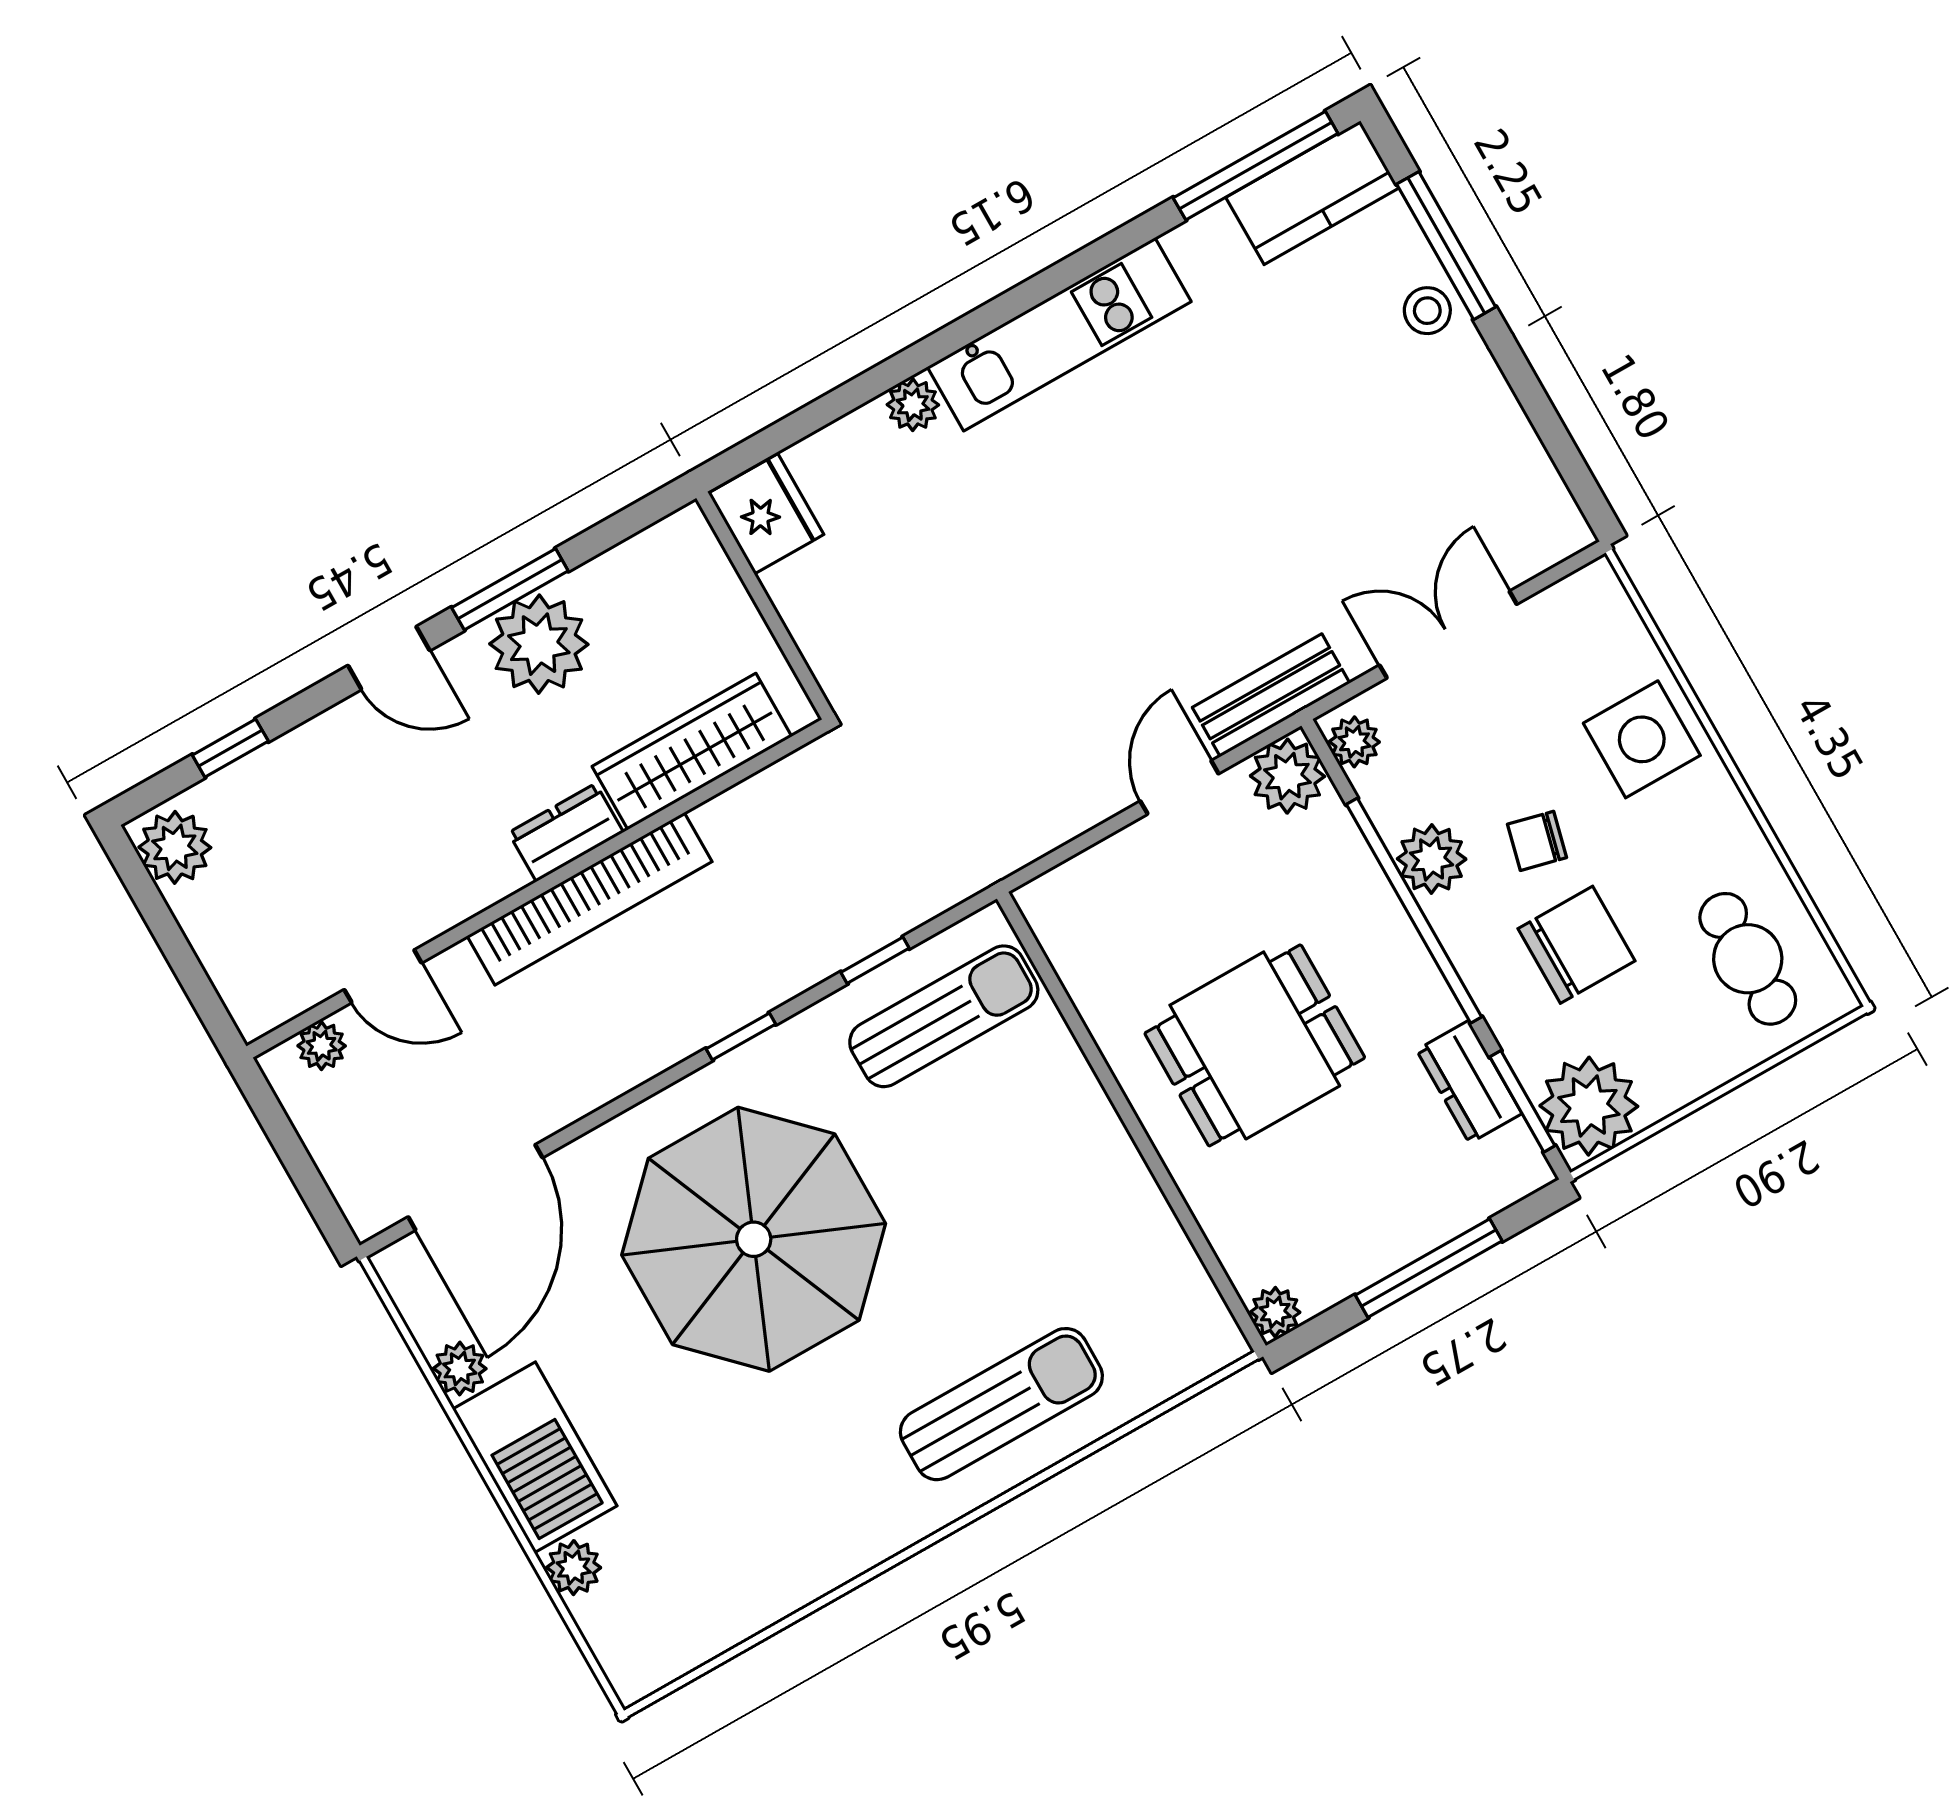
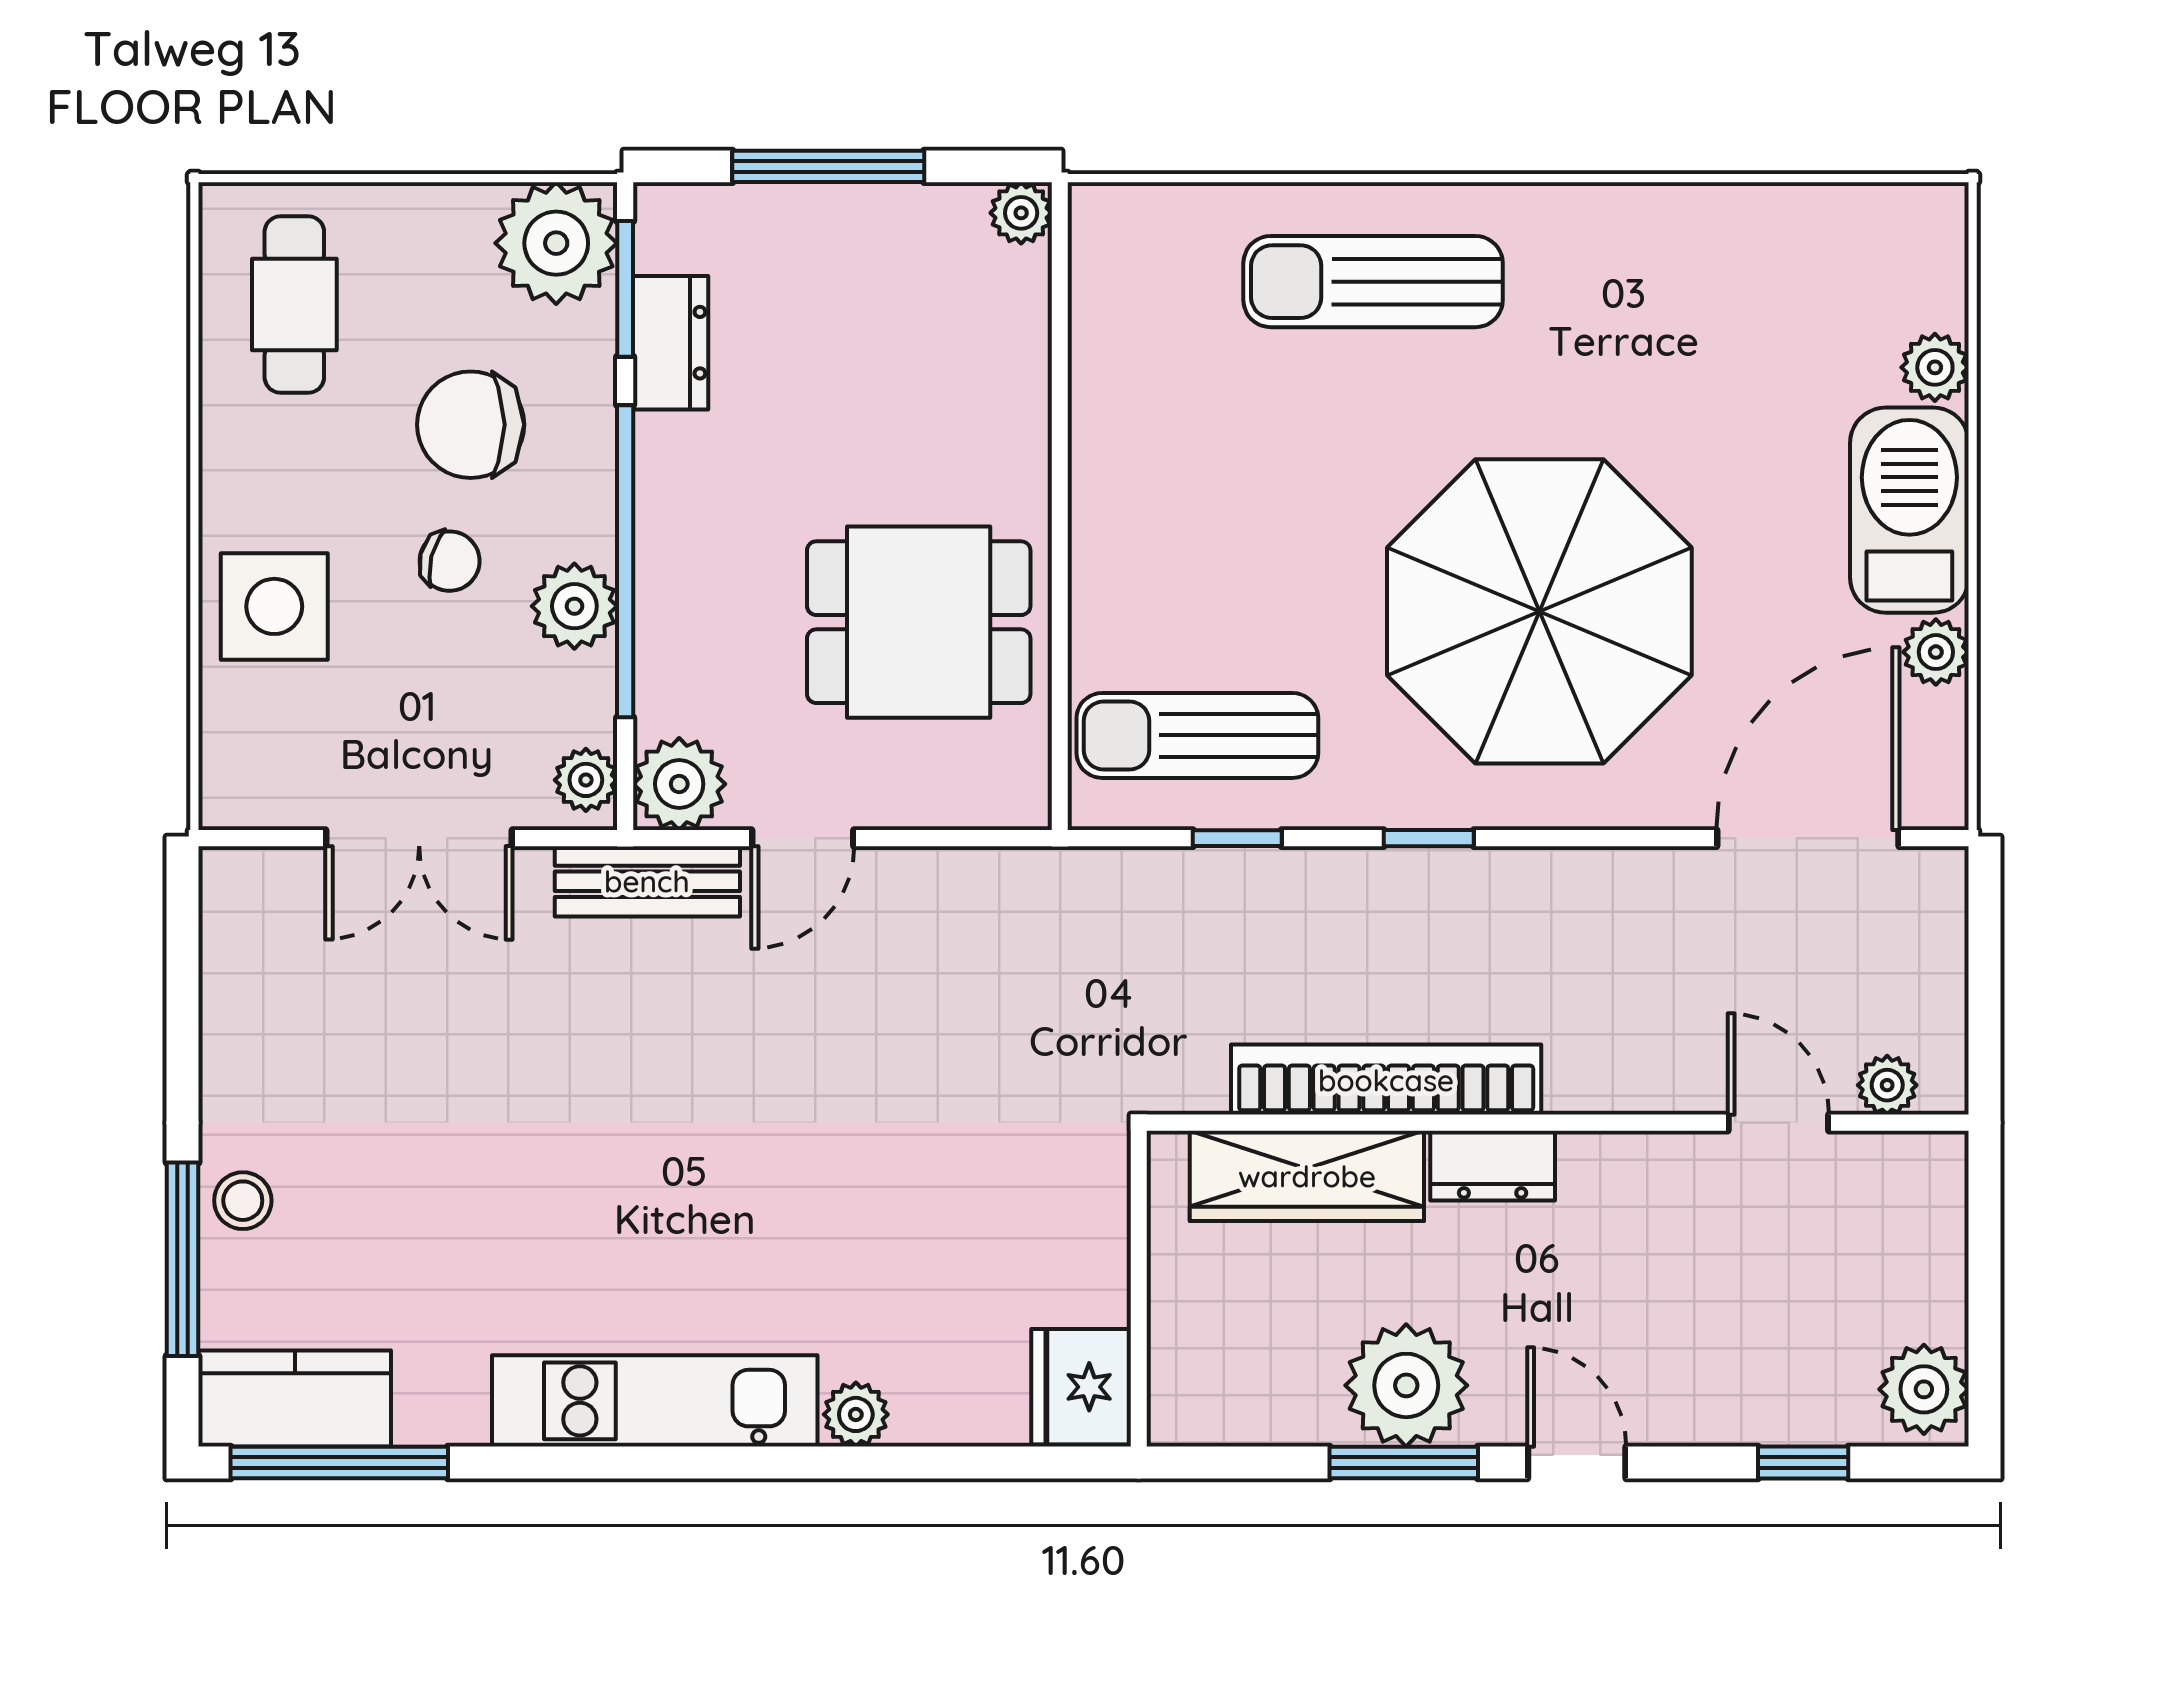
bookcase: (590, 899) -> (1386, 1080), moved
dining table: (1255, 1045) -> (919, 622), moved

